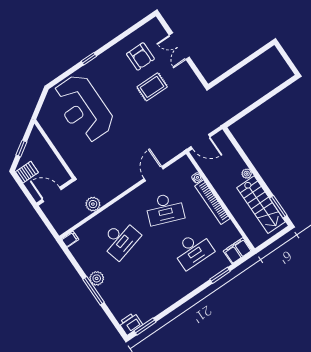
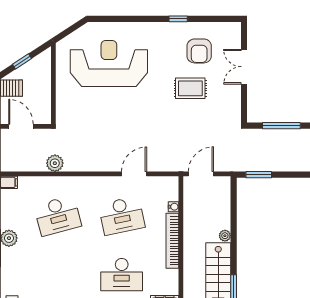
window: (89, 59) -> (178, 19), moved
window: (234, 70) -> (281, 126), added
reception desk: (83, 108) -> (109, 63), turned 90
window: (241, 115) -> (259, 175), added
door: (200, 142) -> (201, 174), swing flipped
desk: (165, 209) -> (122, 216), turned -33

